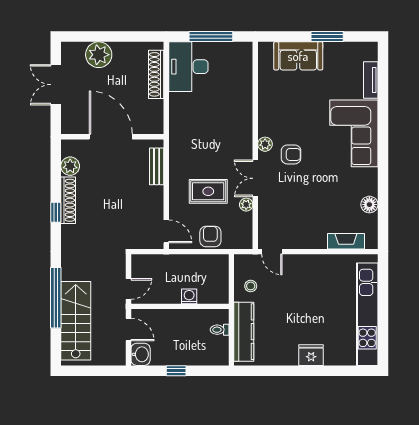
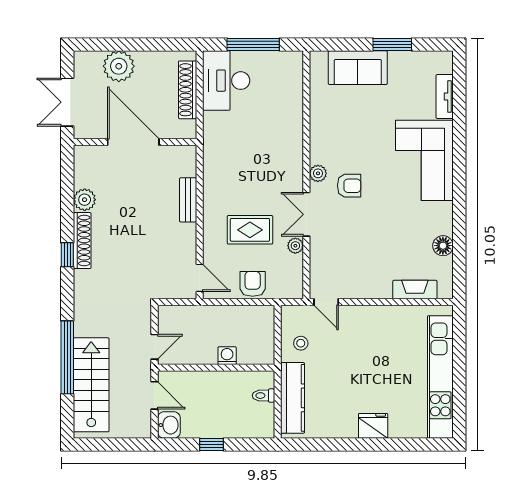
door: (111, 137) -> (133, 142), moved
wall: (112, 137) -> (135, 142), moved

